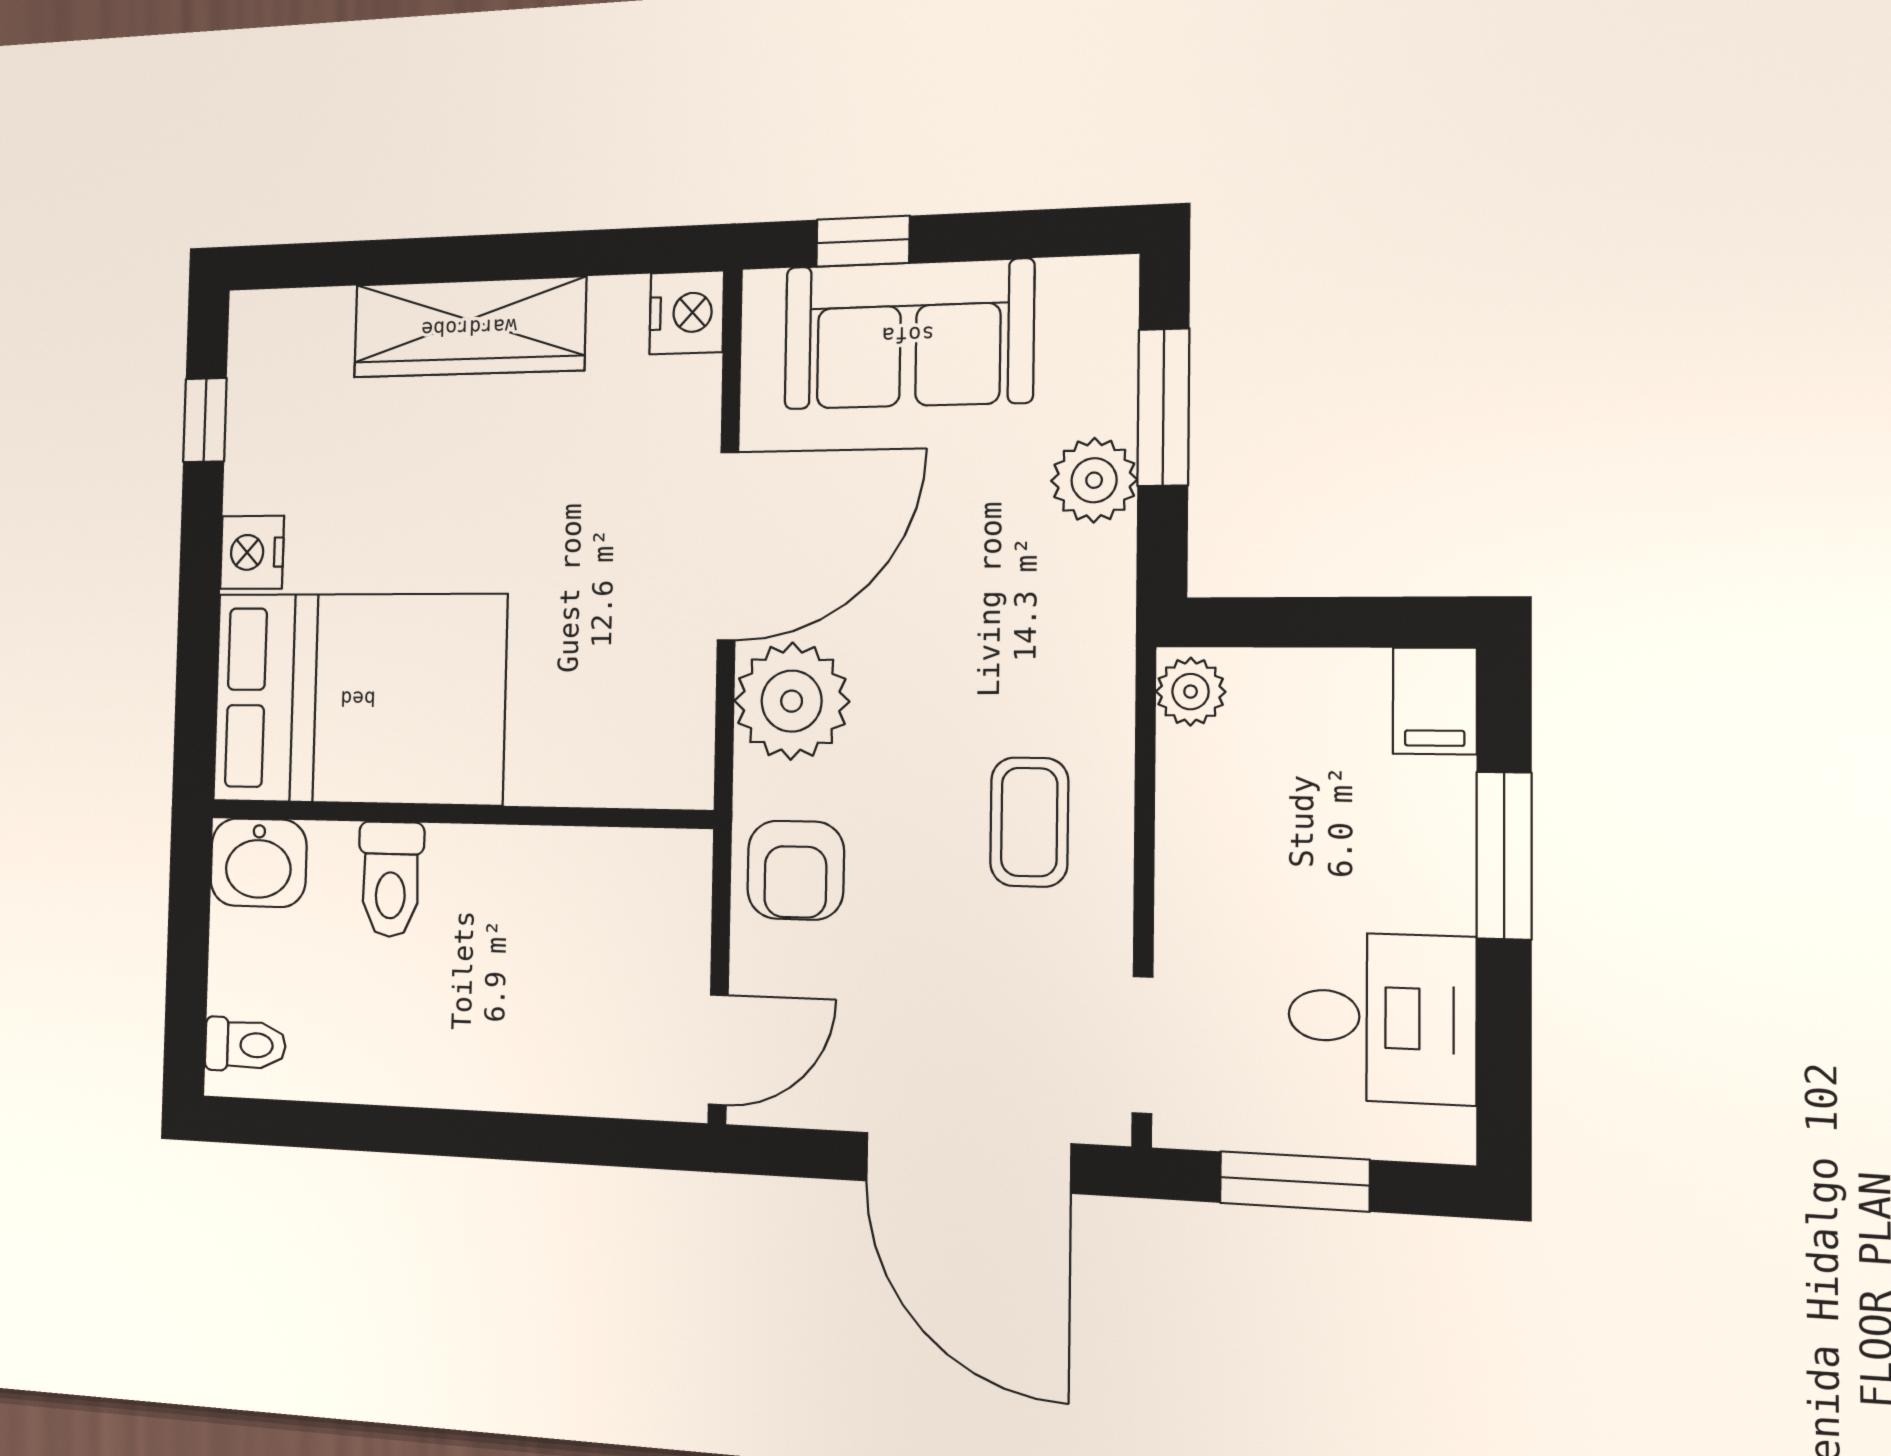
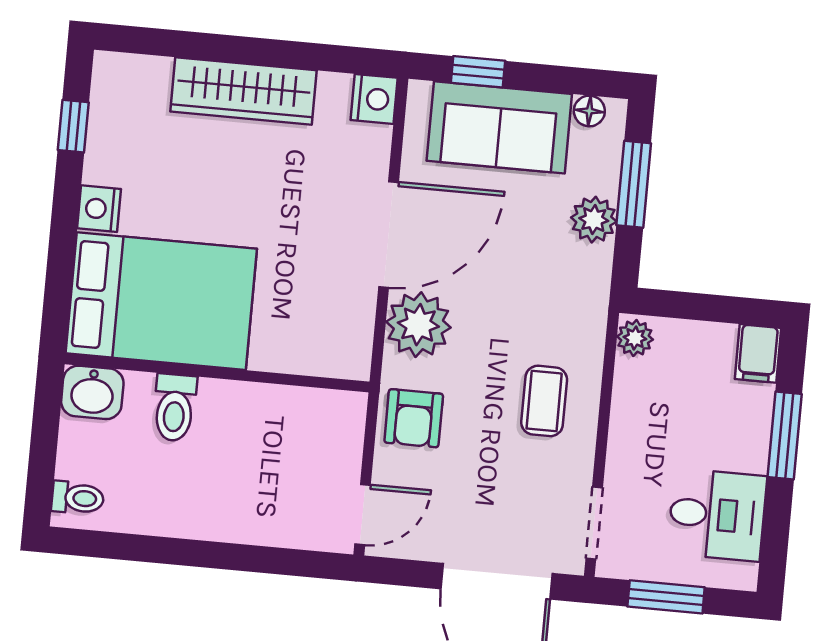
floor lamp: (1069, 284) -> (589, 111), added

